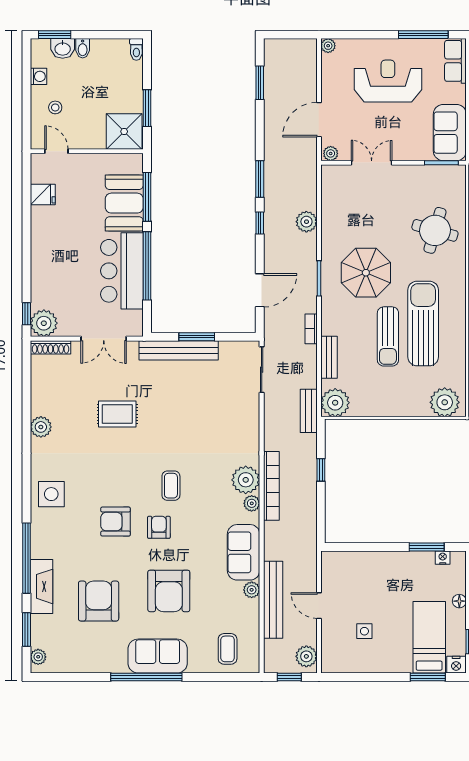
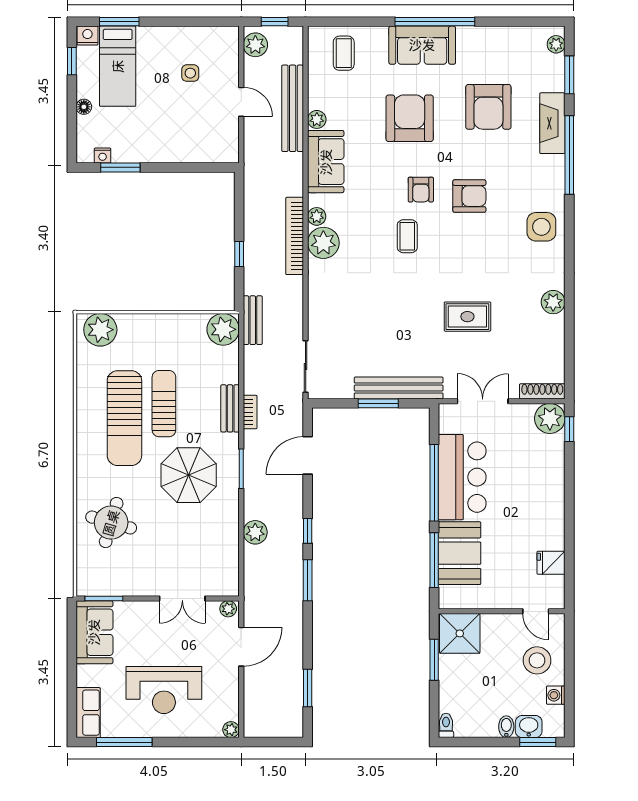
stool: (55, 107) -> (537, 660), width x1.89, depth x1.89
bench: (329, 357) -> (230, 408), moved

